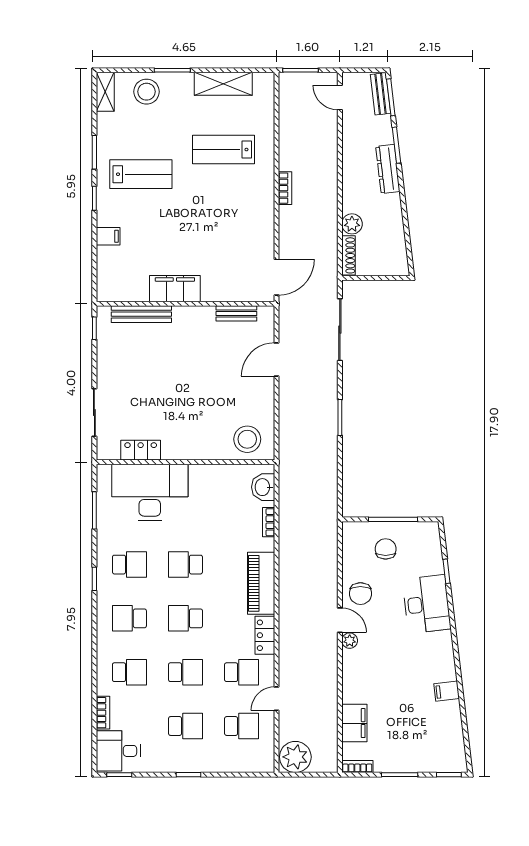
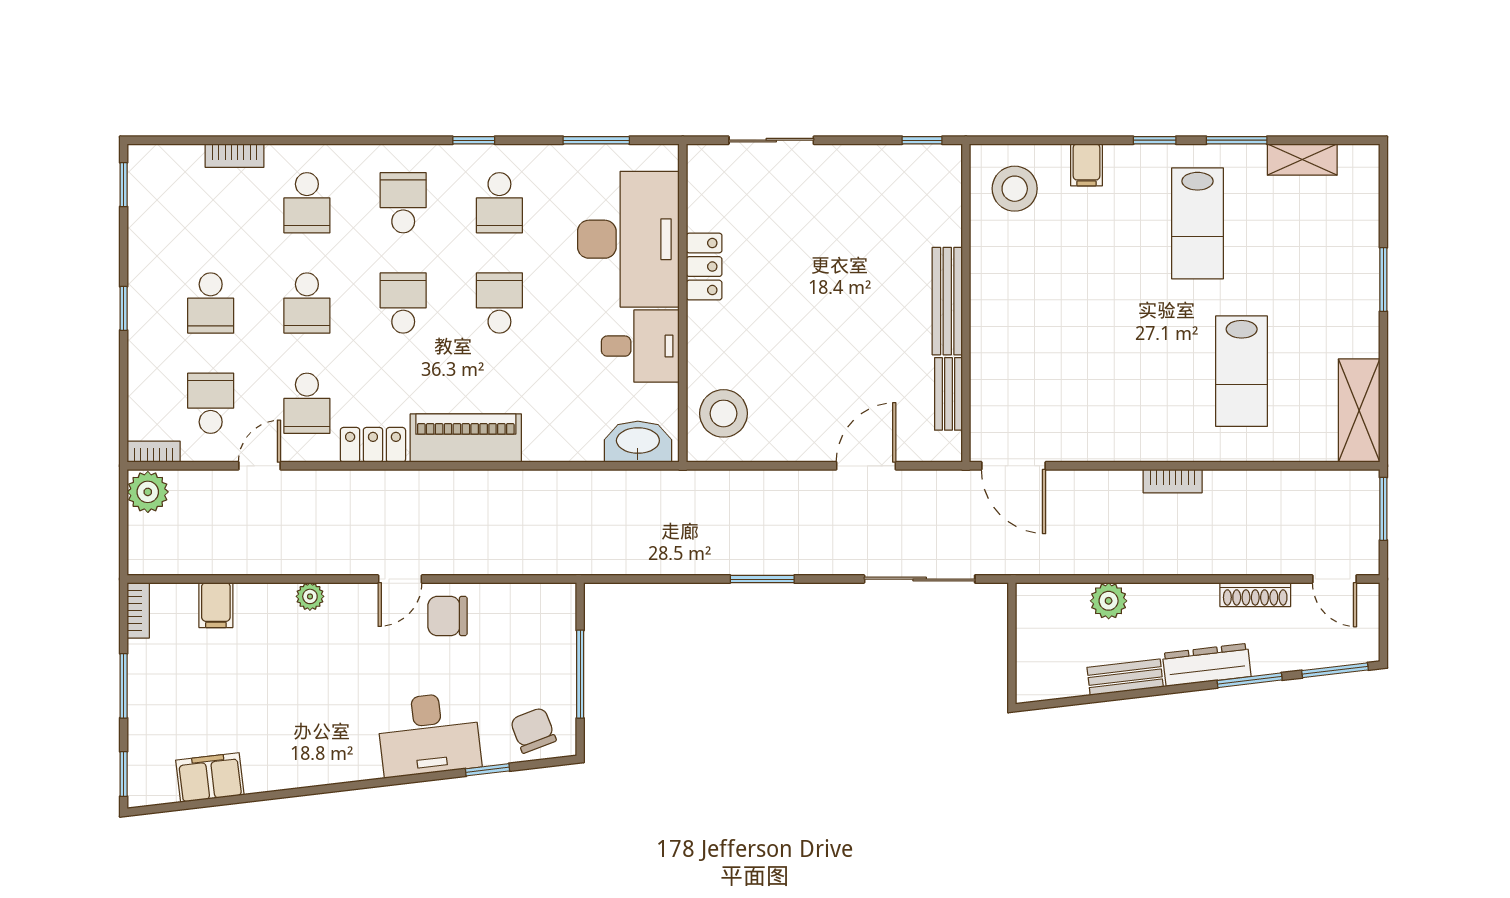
shelving: (223, 84) -> (1359, 411), moved
shelving: (105, 92) -> (1302, 159), moved
stool: (147, 92) -> (1015, 189), moved
bench: (380, 94) -> (1125, 677), moved
door: (340, 98) -> (1334, 579), swing flipped
lab bench: (224, 150) -> (1242, 371), turned 180
shoe rack: (349, 255) -> (1255, 595), moved
filing cabinet: (175, 289) -> (993, 284), removed
bench: (141, 314) -> (947, 301), moved
door: (276, 360) -> (866, 466), hinge flipped
locker: (141, 450) -> (704, 267), moved
washbasin: (263, 487) -> (638, 442), width x1.38
bookcase: (269, 522) -> (154, 452), moved
chair: (386, 549) -> (533, 730), moved, turned -111
plant: (350, 641) -> (310, 596), moved
filing cabinet: (447, 691) -> (210, 777), moved, width x2.00
door: (276, 699) -> (259, 466), hinge flipped
filing cabinet: (354, 723) -> (216, 605), width x0.50
school desk: (242, 726) -> (211, 403), turned 180
desk: (118, 751) -> (640, 346), moved, turned 90
plant: (295, 757) -> (148, 492), width x0.73, depth x0.73

